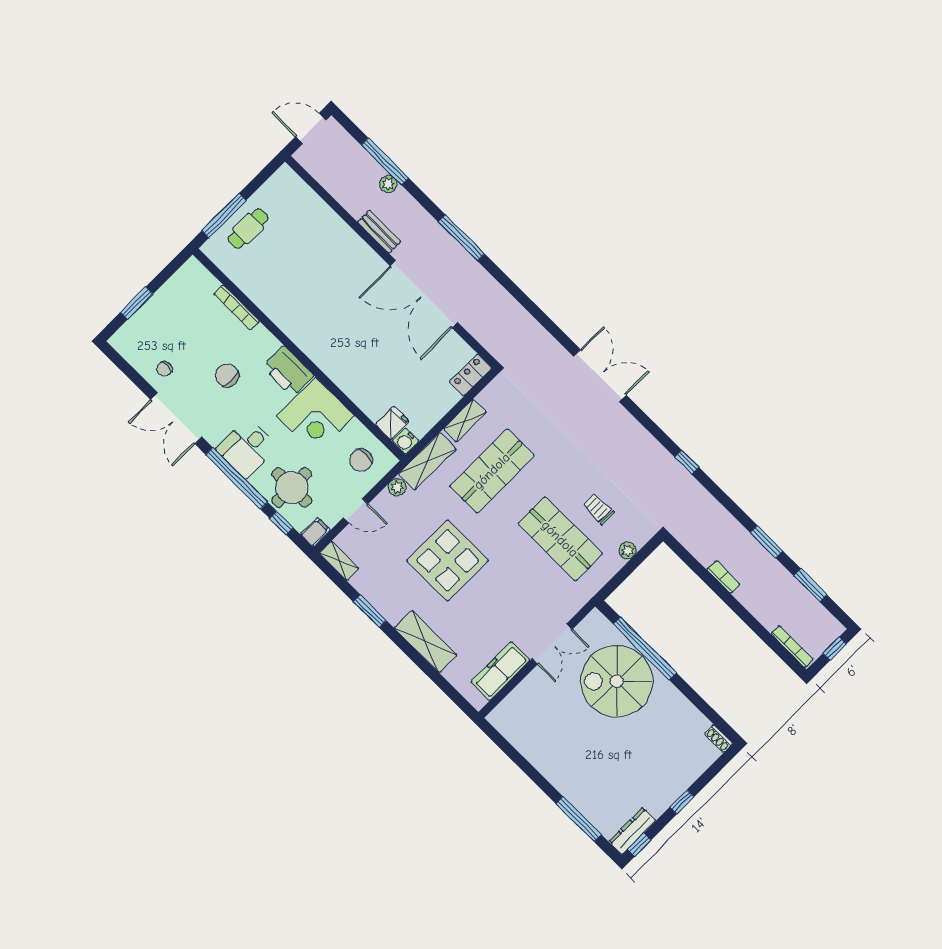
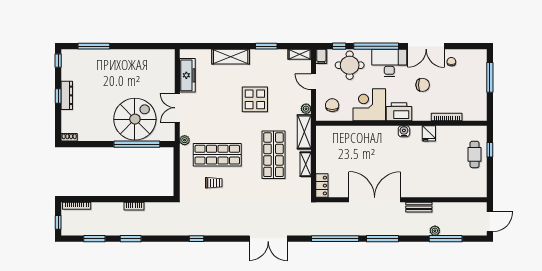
window: (224, 216) -> (490, 150), width x0.46
window: (519, 295) -> (335, 239), added
window: (137, 303) -> (490, 77), width x1.44
double door: (176, 418) -> (426, 46), swing flipped
fridge: (392, 423) -> (429, 133), moved
water cooler: (406, 441) -> (404, 131), moved
desk: (247, 448) -> (389, 63), width x1.37
door: (356, 511) -> (314, 82), hinge flipped
plant: (628, 550) -> (185, 140), moved
display table: (448, 560) -> (255, 99), width x0.73, depth x0.73
dresser: (632, 831) -> (67, 95), moved

